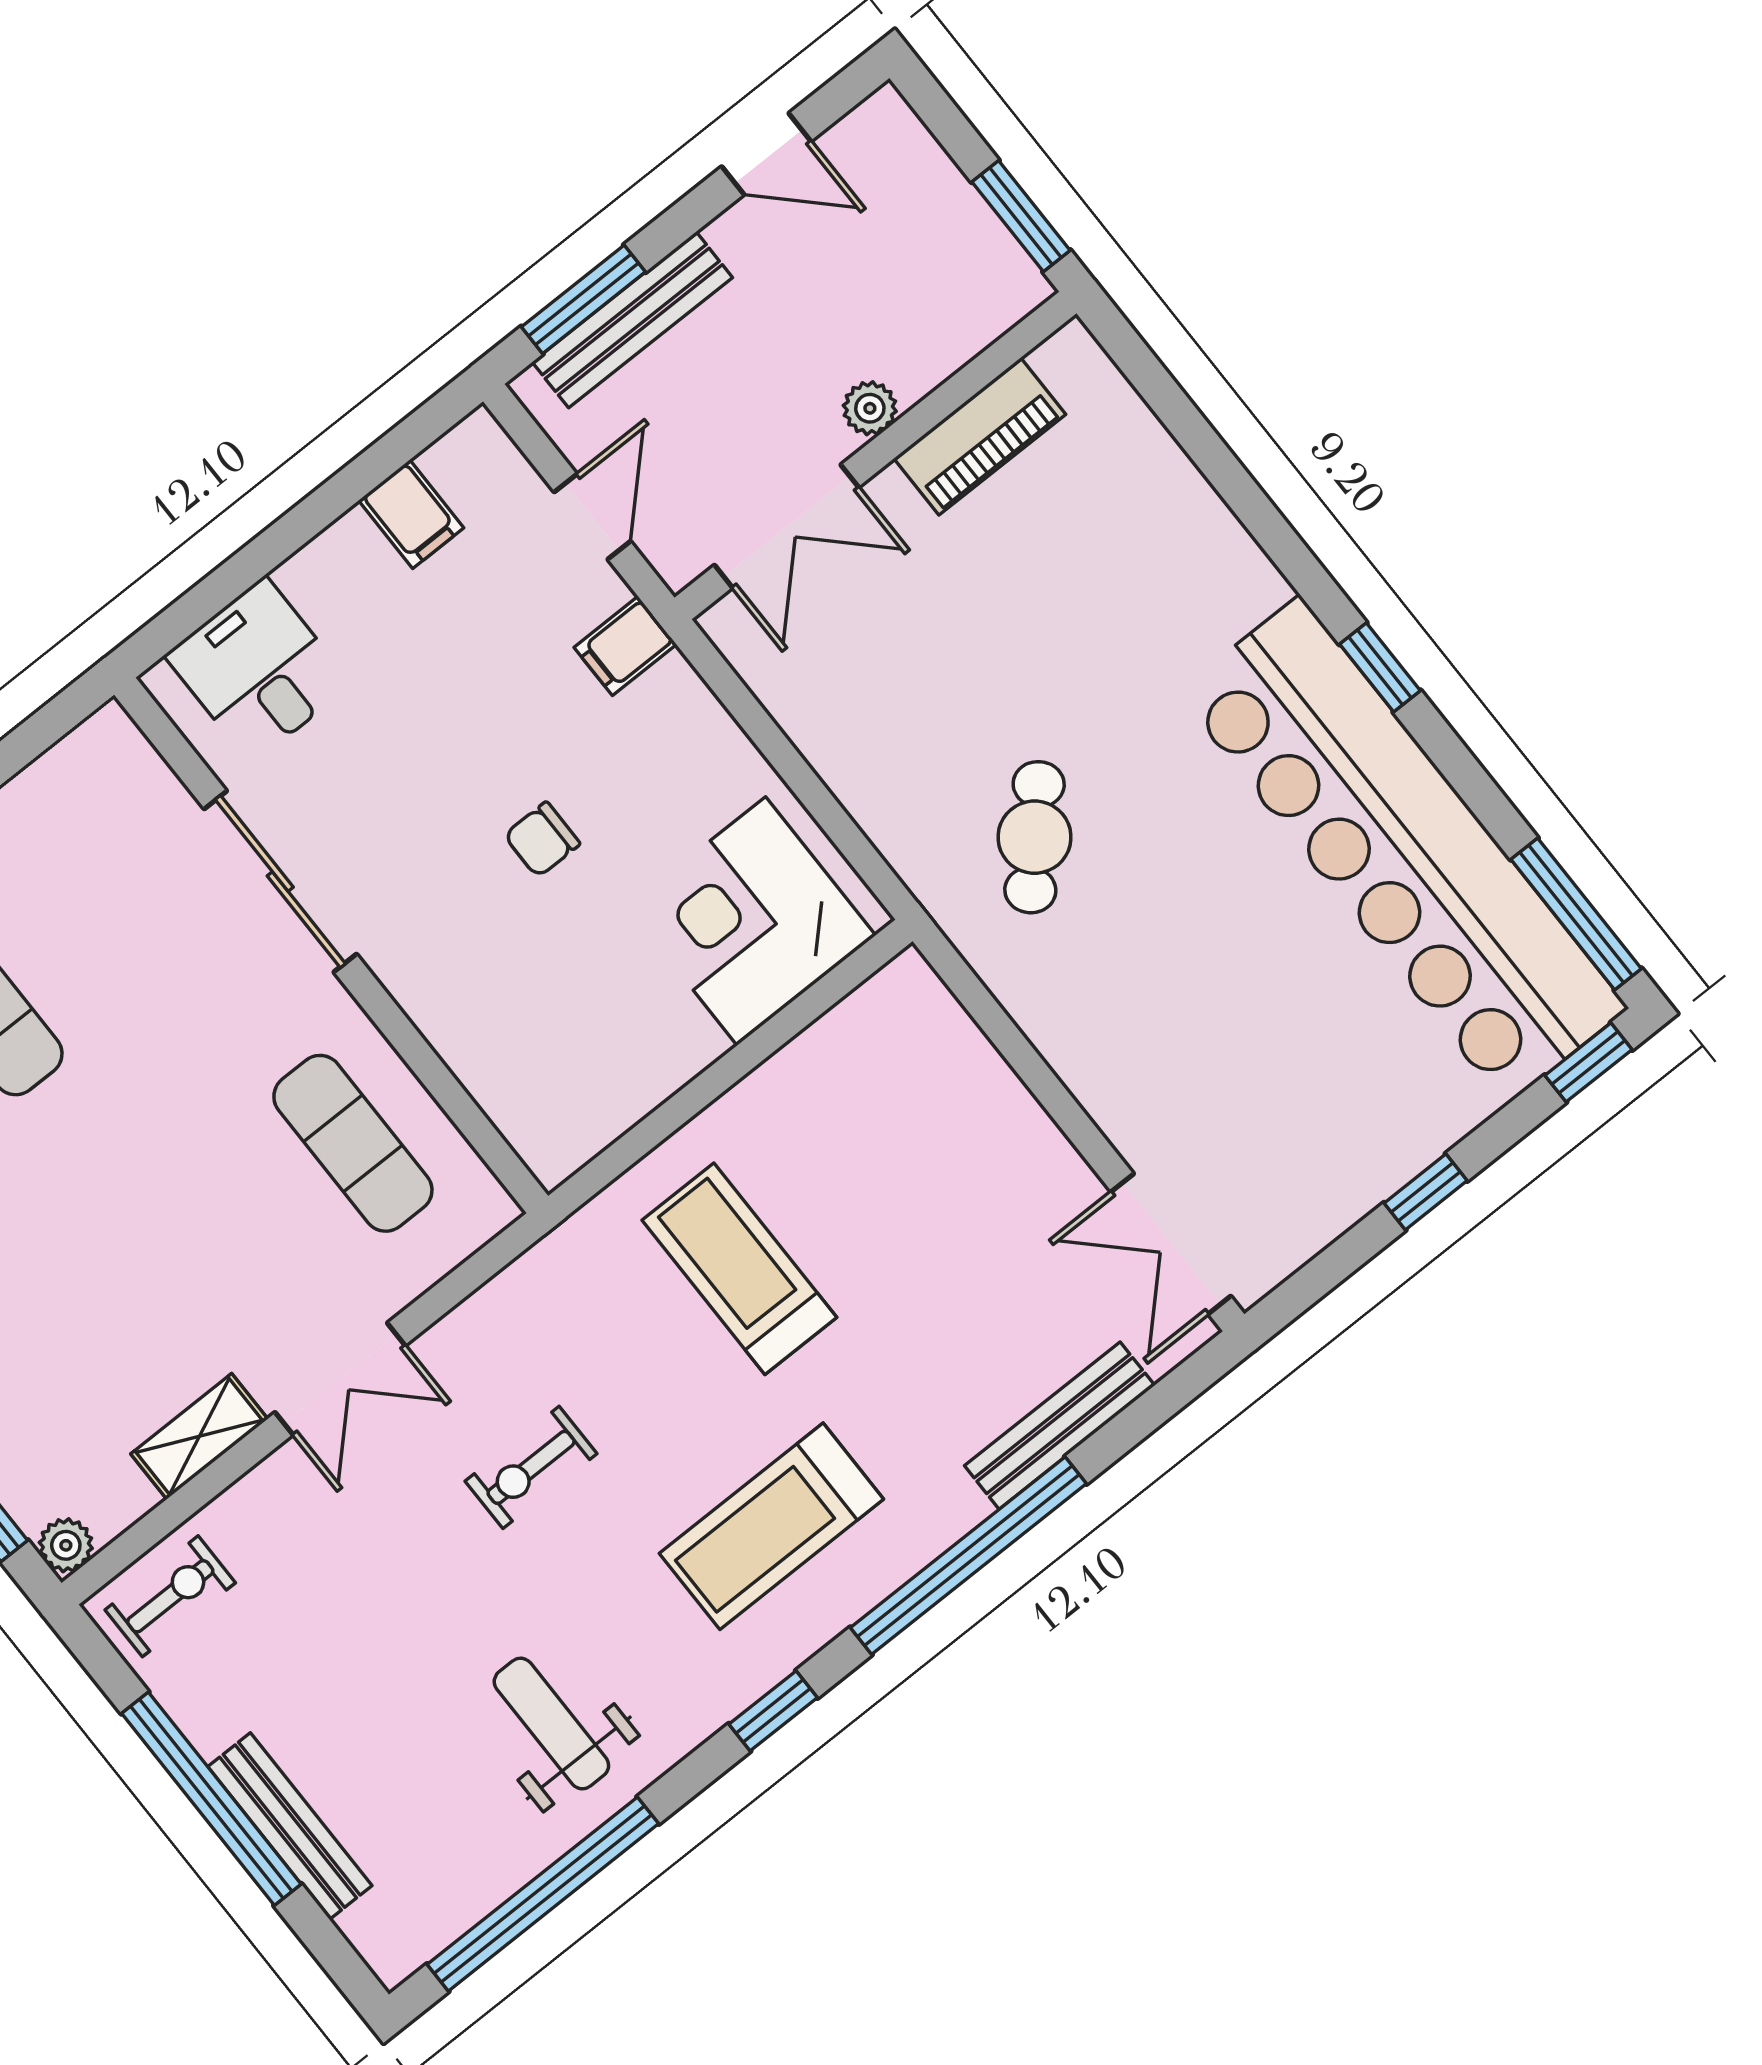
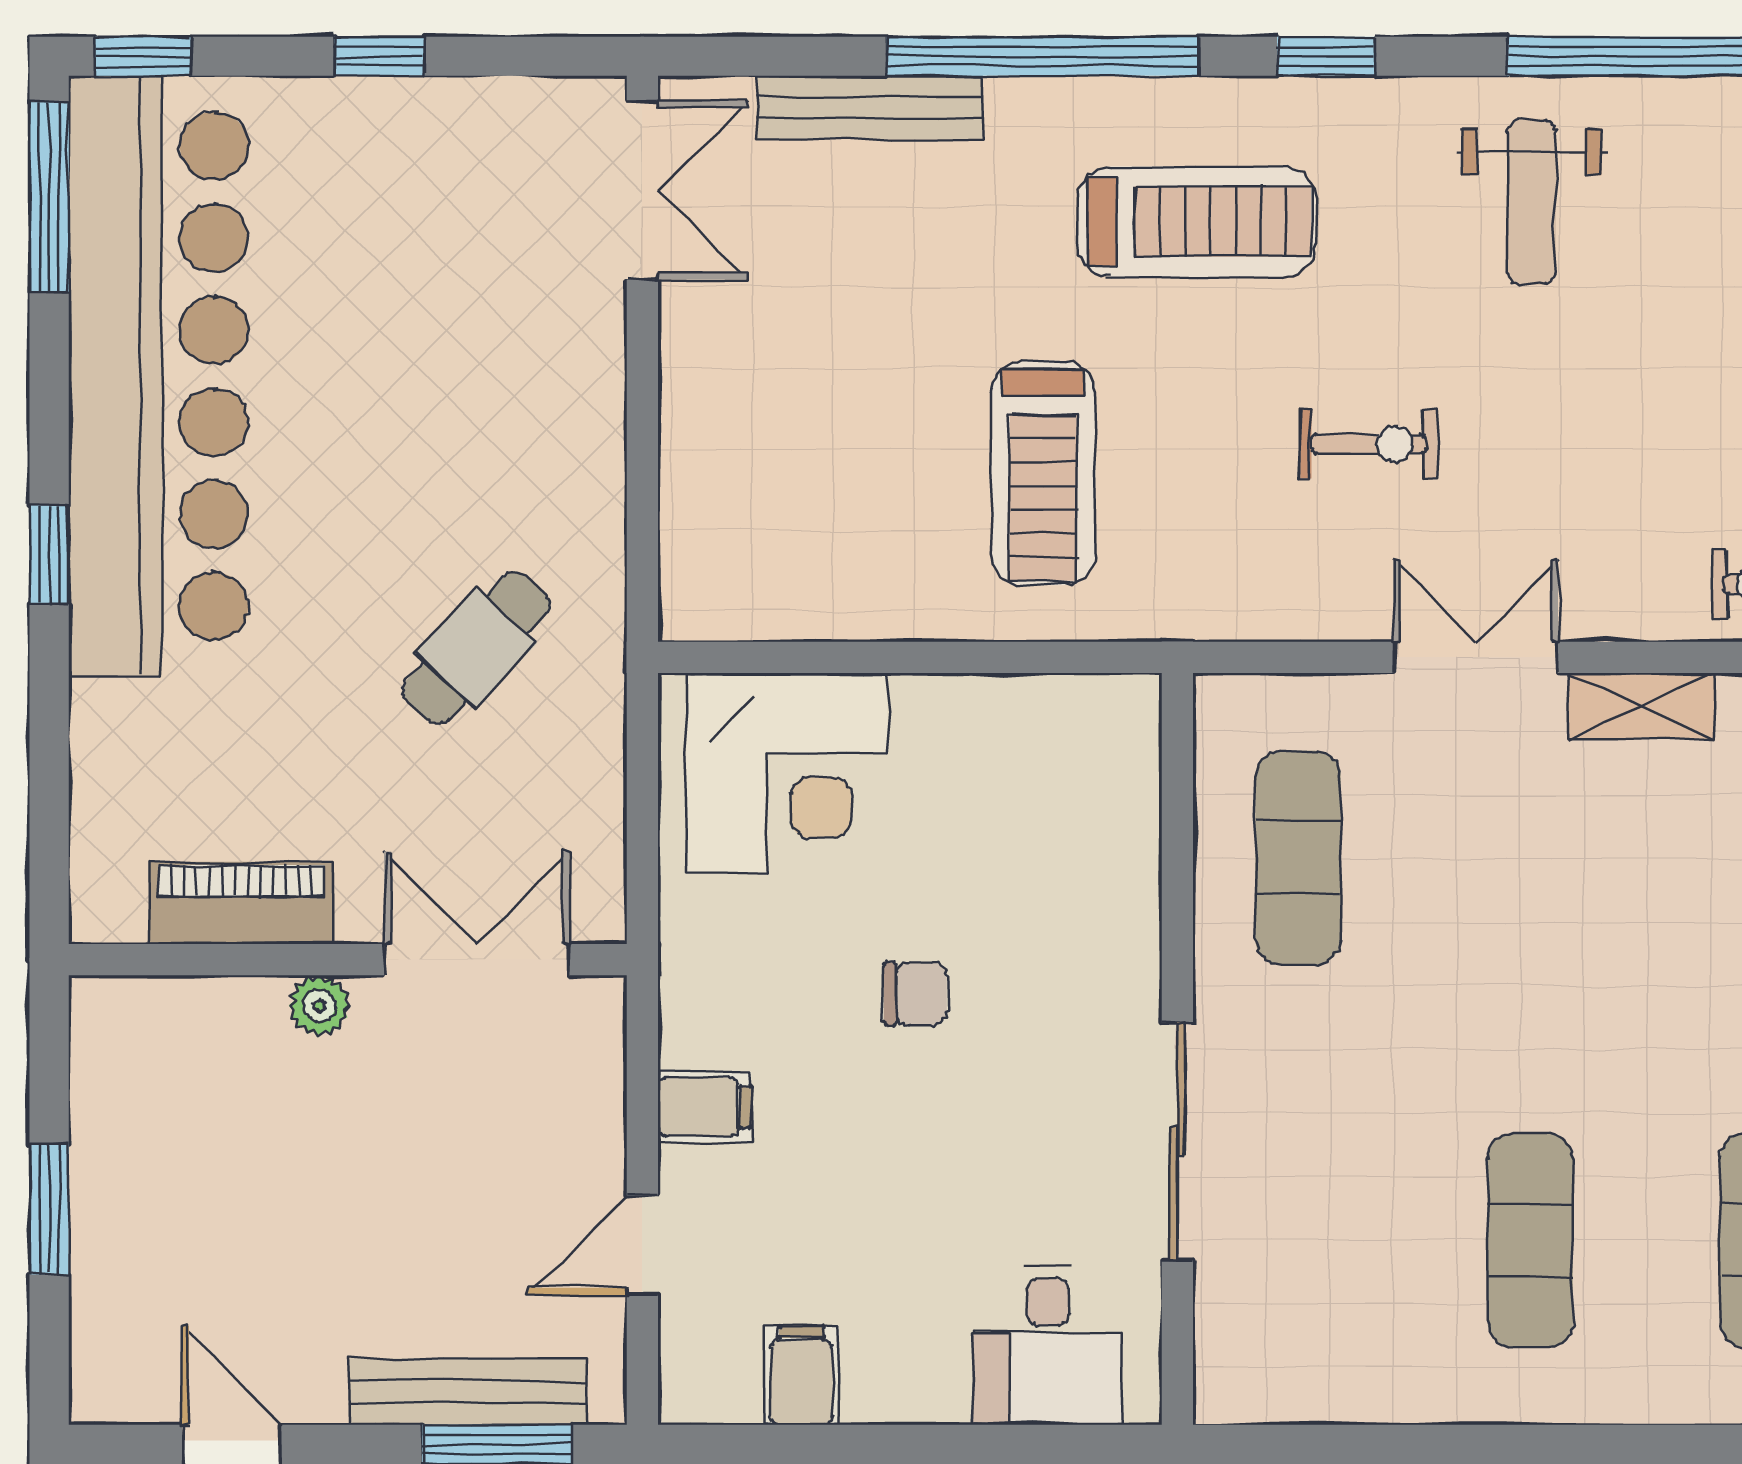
plant: (870, 408) -> (319, 1006), moved
piano: (980, 436) -> (242, 903), moved
wall: (875, 456) -> (348, 960), moved
double door: (787, 526) -> (477, 960), moved

